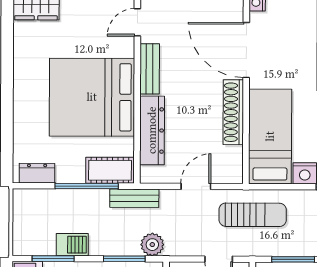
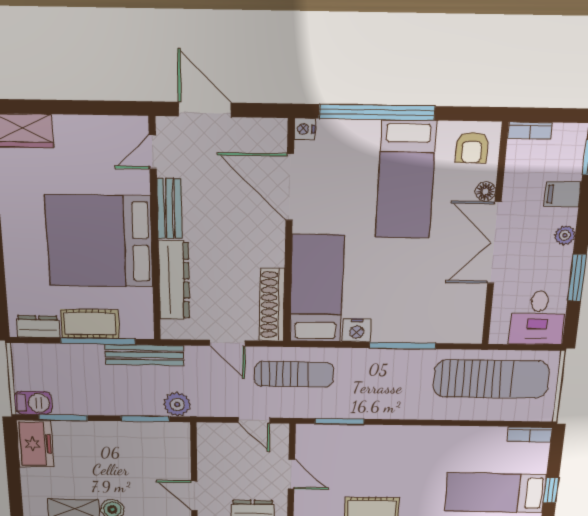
shoe rack: (233, 112) -> (272, 305), moved
cot: (110, 170) -> (90, 324), moved
door: (196, 186) -> (227, 343), swing flipped
bench: (134, 198) -> (144, 355), width x1.36
barbecue: (72, 245) -> (33, 403), moved

